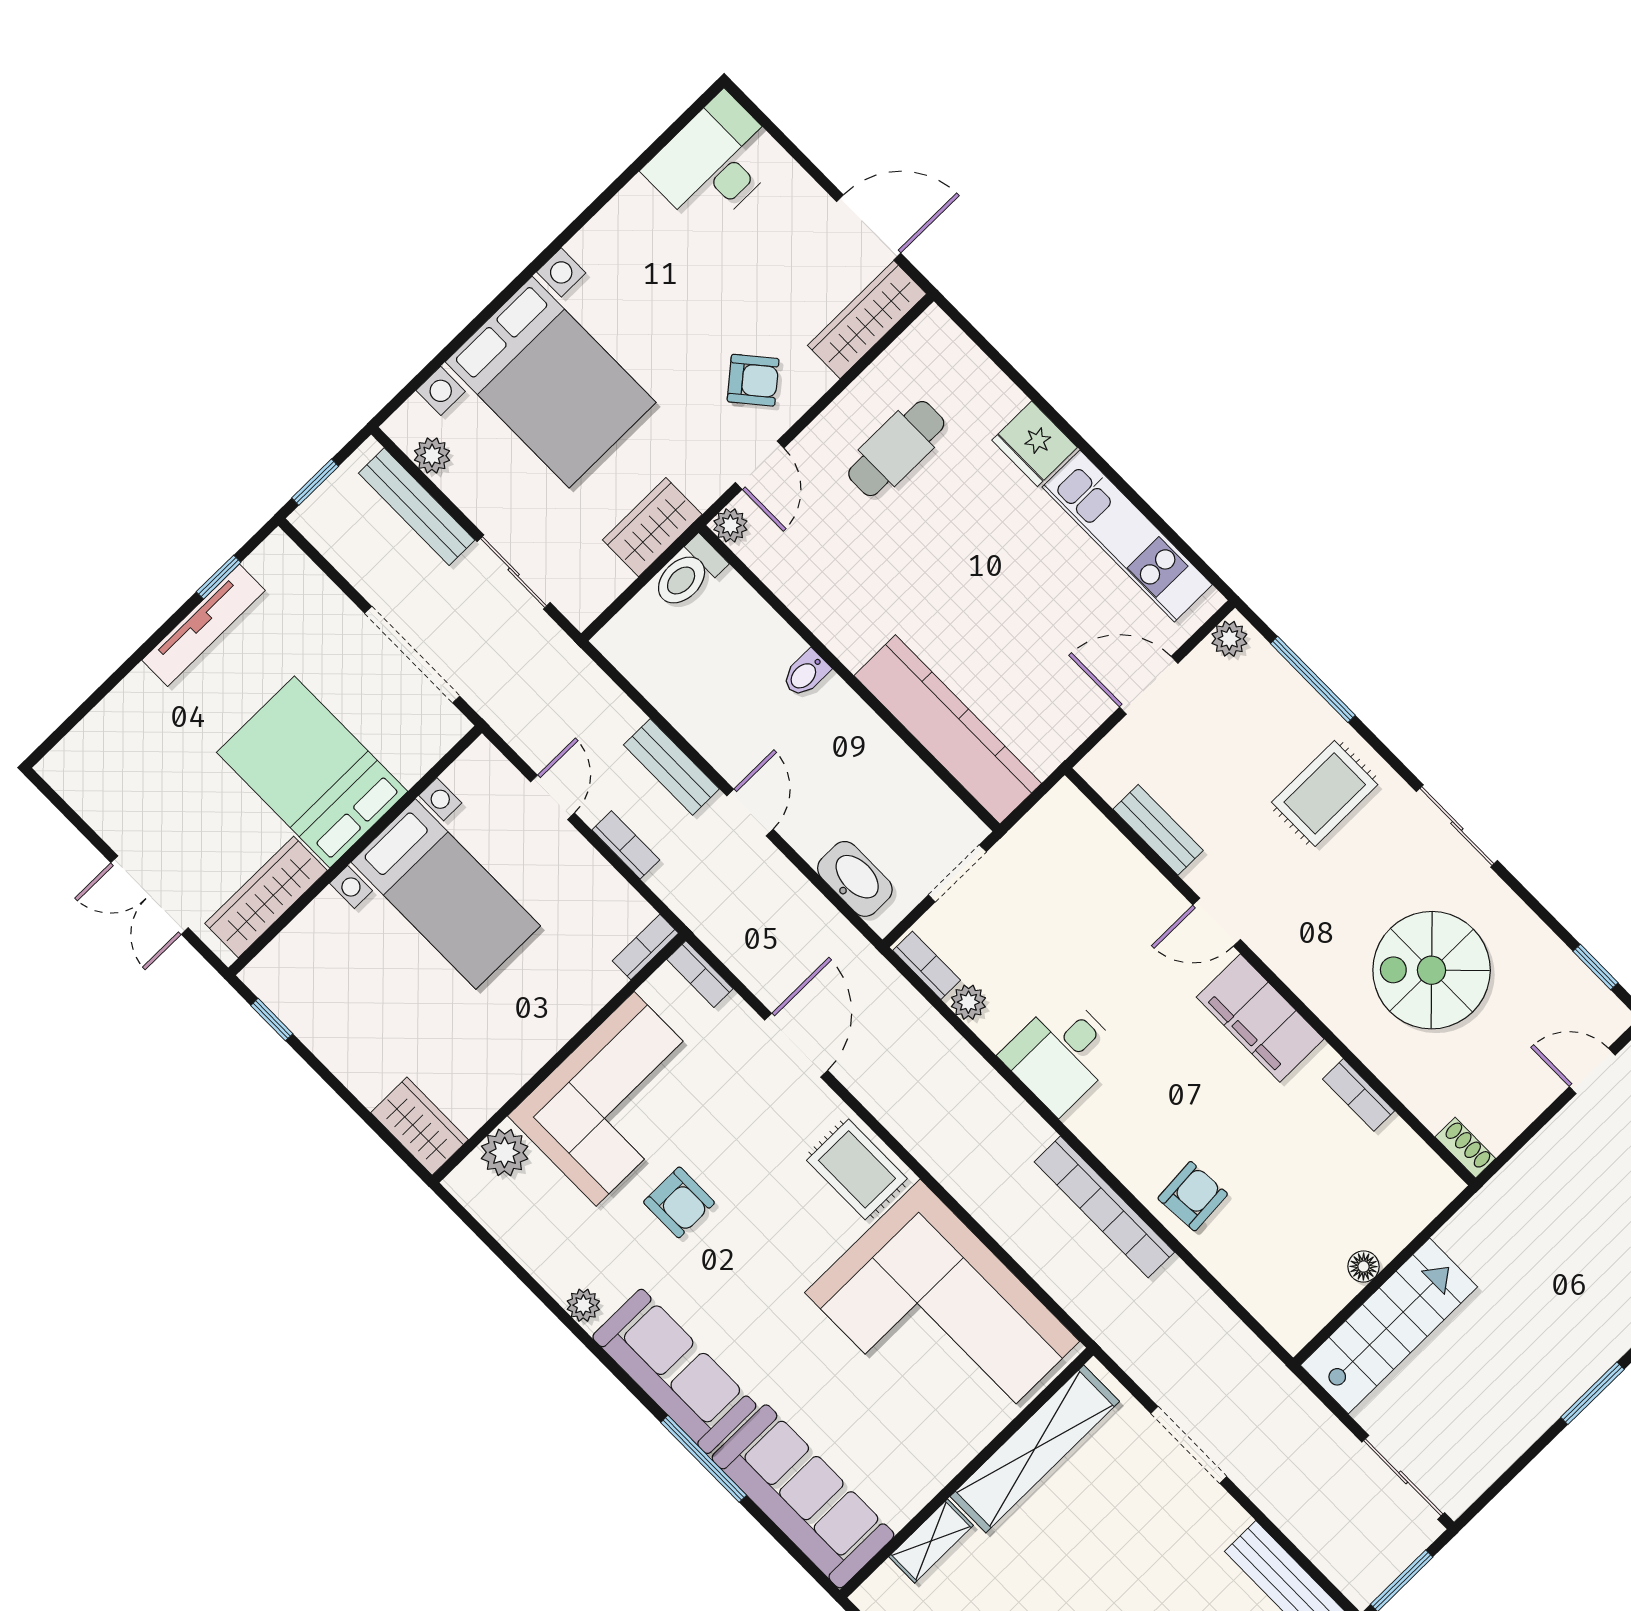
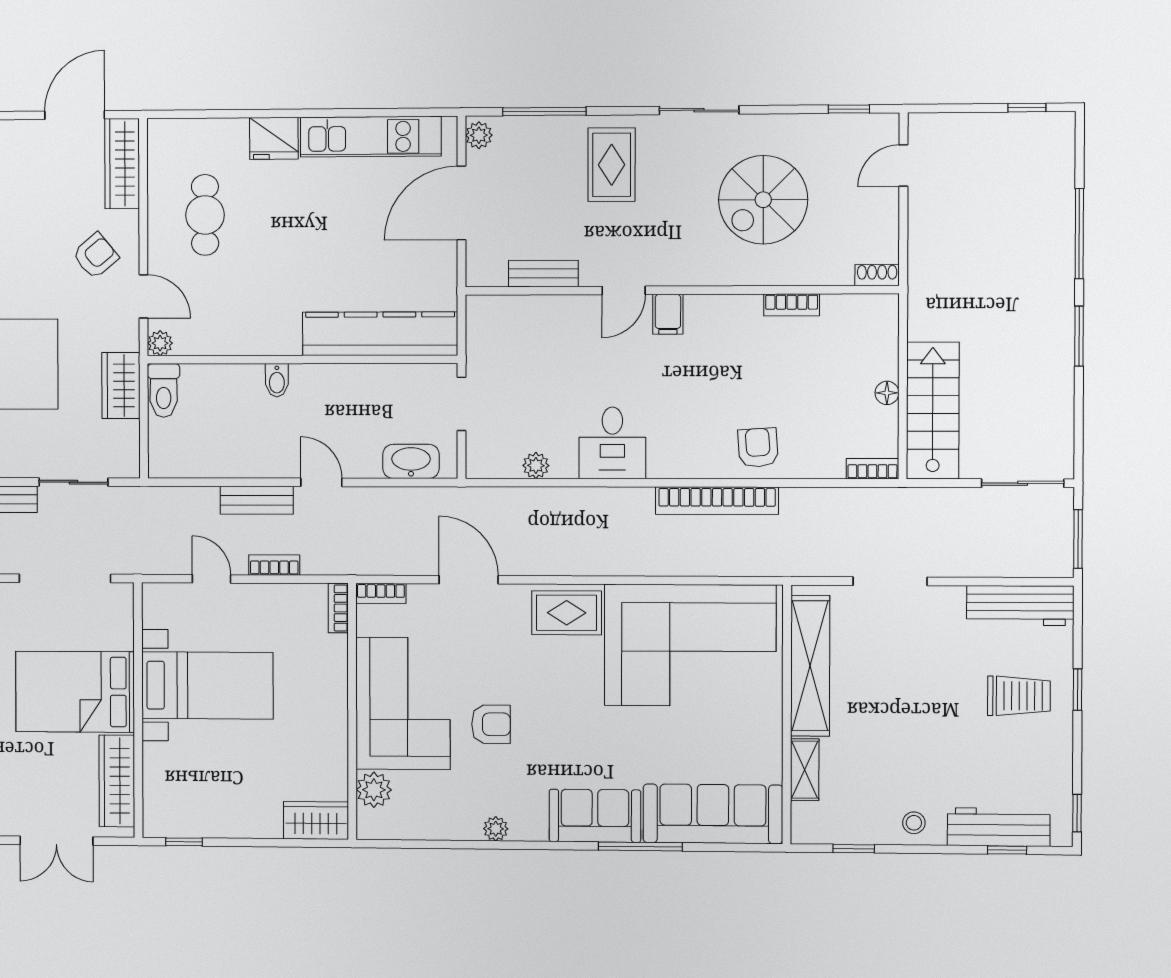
door: (1149, 685) -> (461, 203), width x1.36
bookcase: (927, 965) -> (872, 469), moved
filing cabinet: (1260, 1018) -> (668, 314), width x0.33, depth x0.86
sofa: (674, 1371) -> (595, 816), width x0.73

